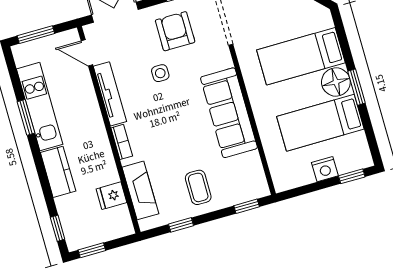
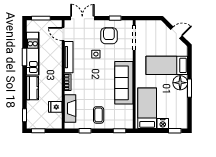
bed: (320, 123) -> (147, 108), moved, turned 90

